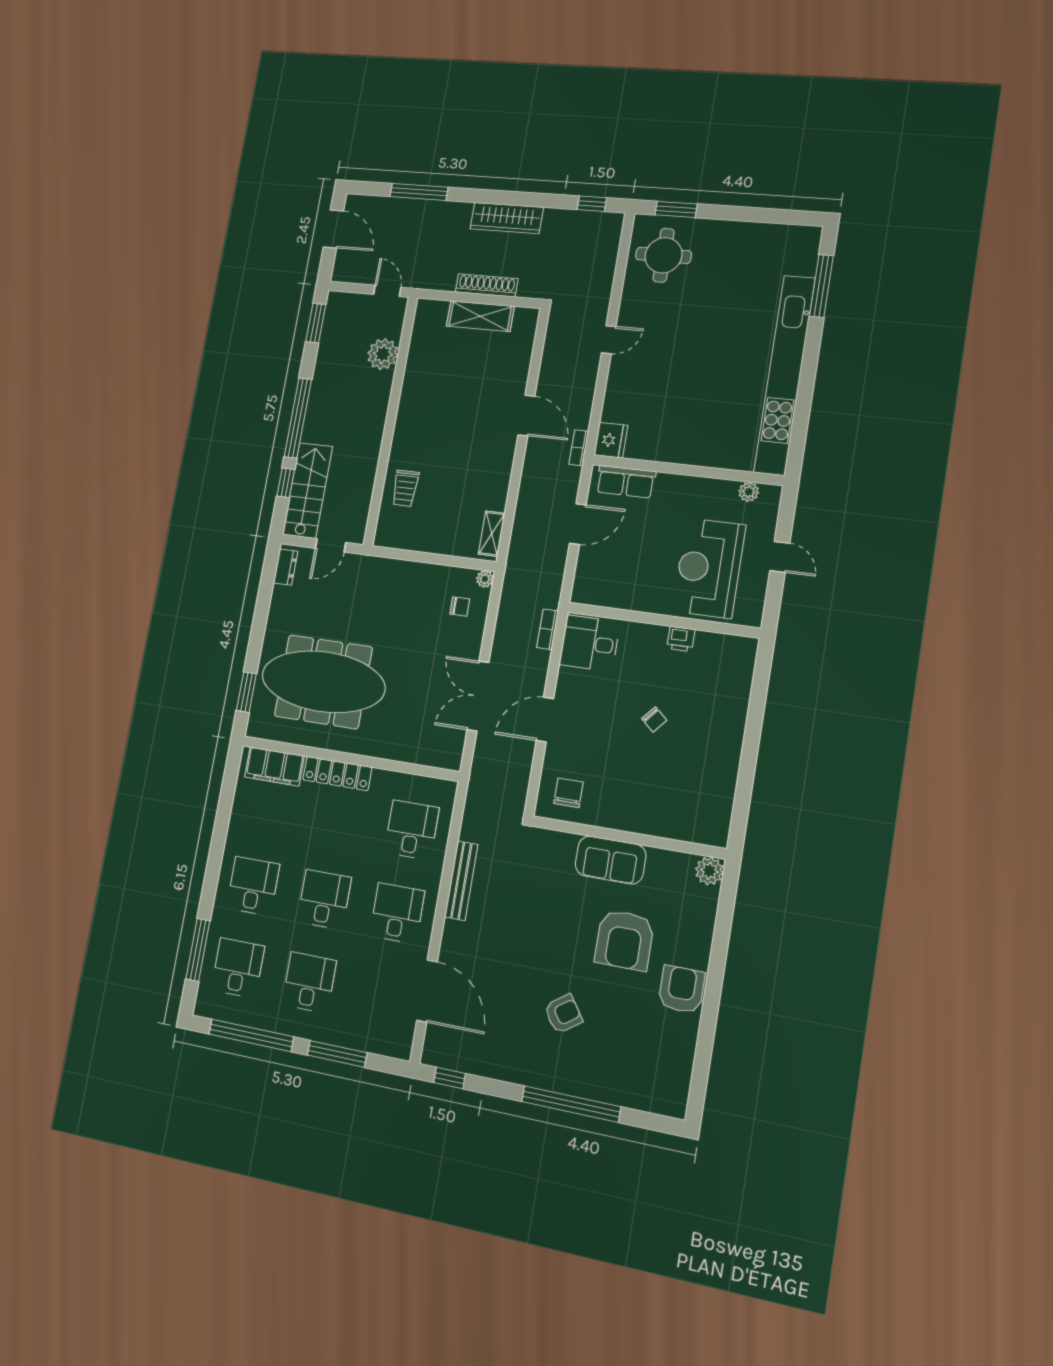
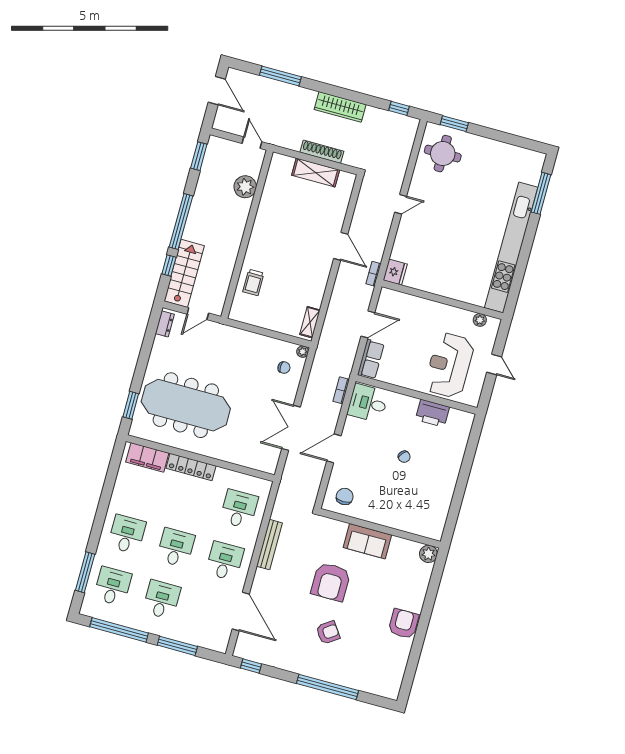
row of seats: (626, 482) -> (371, 359), moved, turned -90
printer: (681, 639) -> (432, 413), width x1.87, depth x1.48
armchair: (624, 940) -> (331, 582), moved

